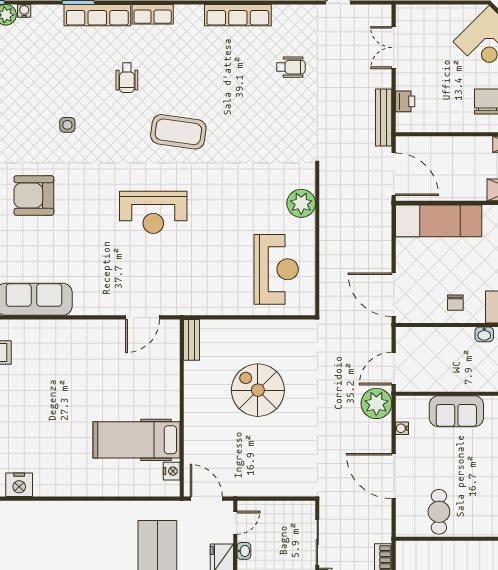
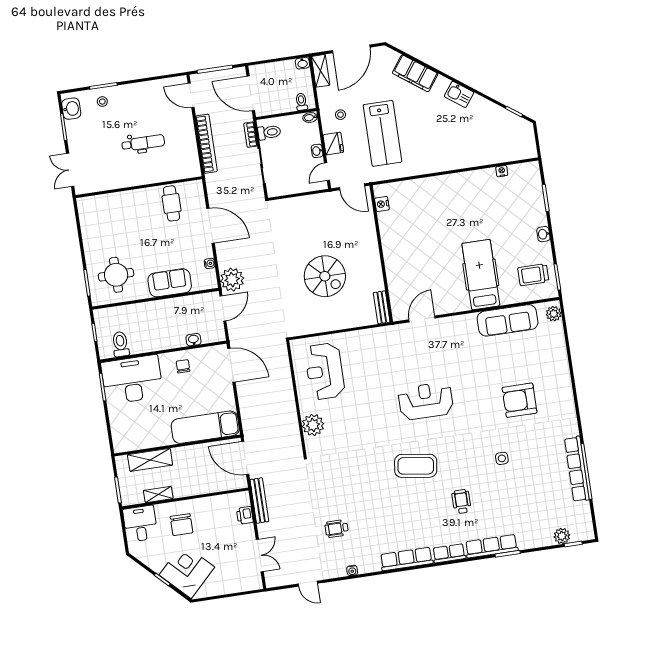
water cooler: (24, 11) -> (352, 570), moved
row of seats: (238, 15) -> (406, 559), moved
armchair: (34, 195) -> (520, 400), turned 180
washbasin: (484, 334) -> (193, 340), moved
hospital bed: (137, 440) -> (481, 275), moved, turned -90
nightstand: (19, 485) -> (502, 171), width x0.53, depth x0.56

